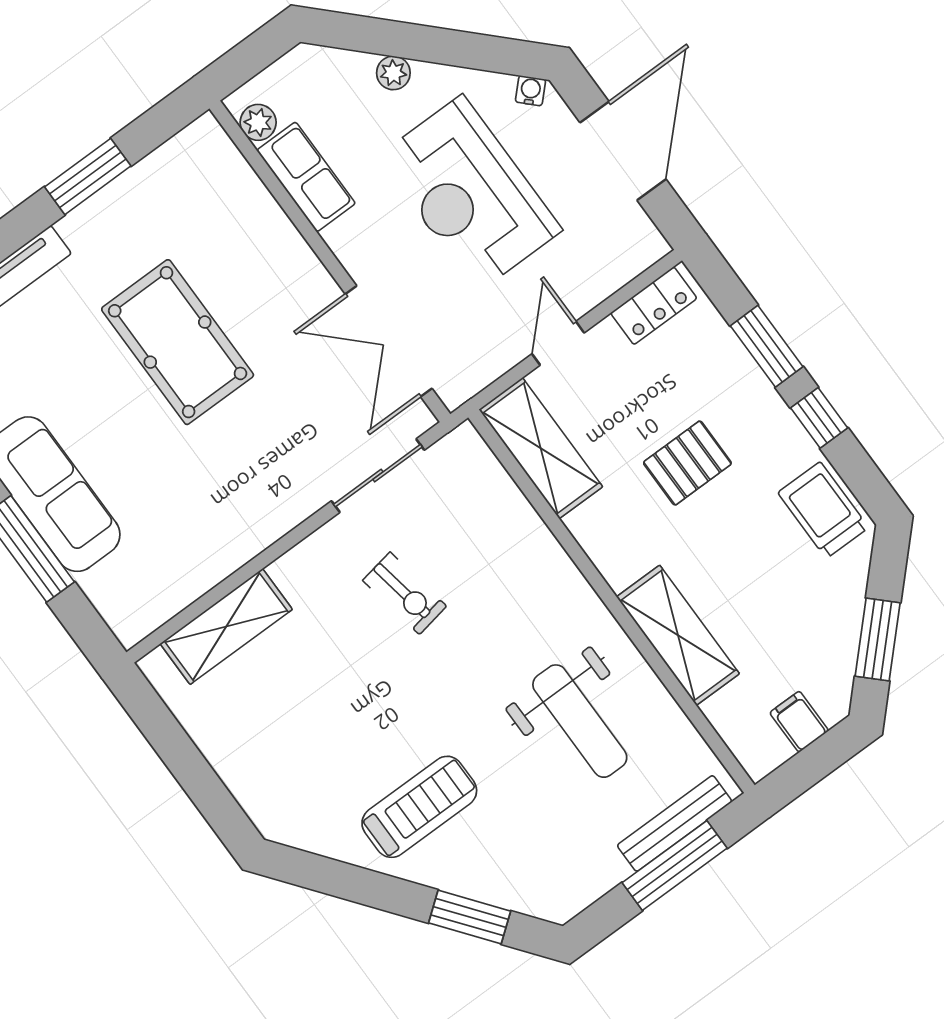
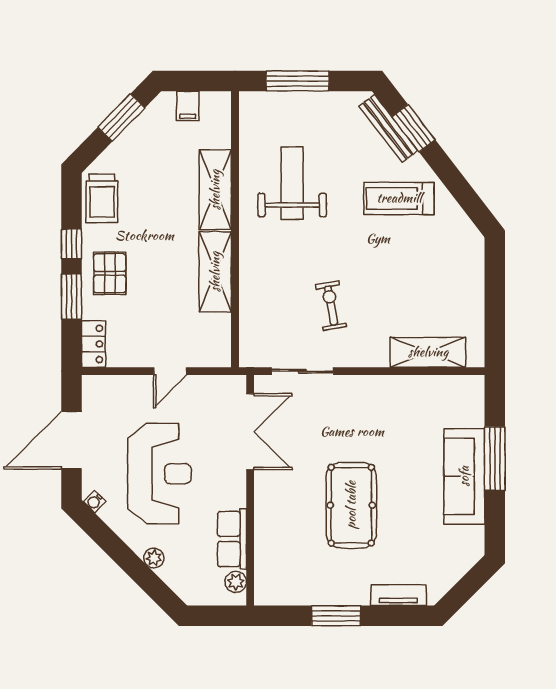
locker: (654, 306) -> (93, 344), moved, turned 90
shelving: (541, 448) -> (215, 272), moved
pallet: (687, 463) -> (110, 273), moved, turned 90
bench: (675, 823) -> (388, 128), moved, turned 52

